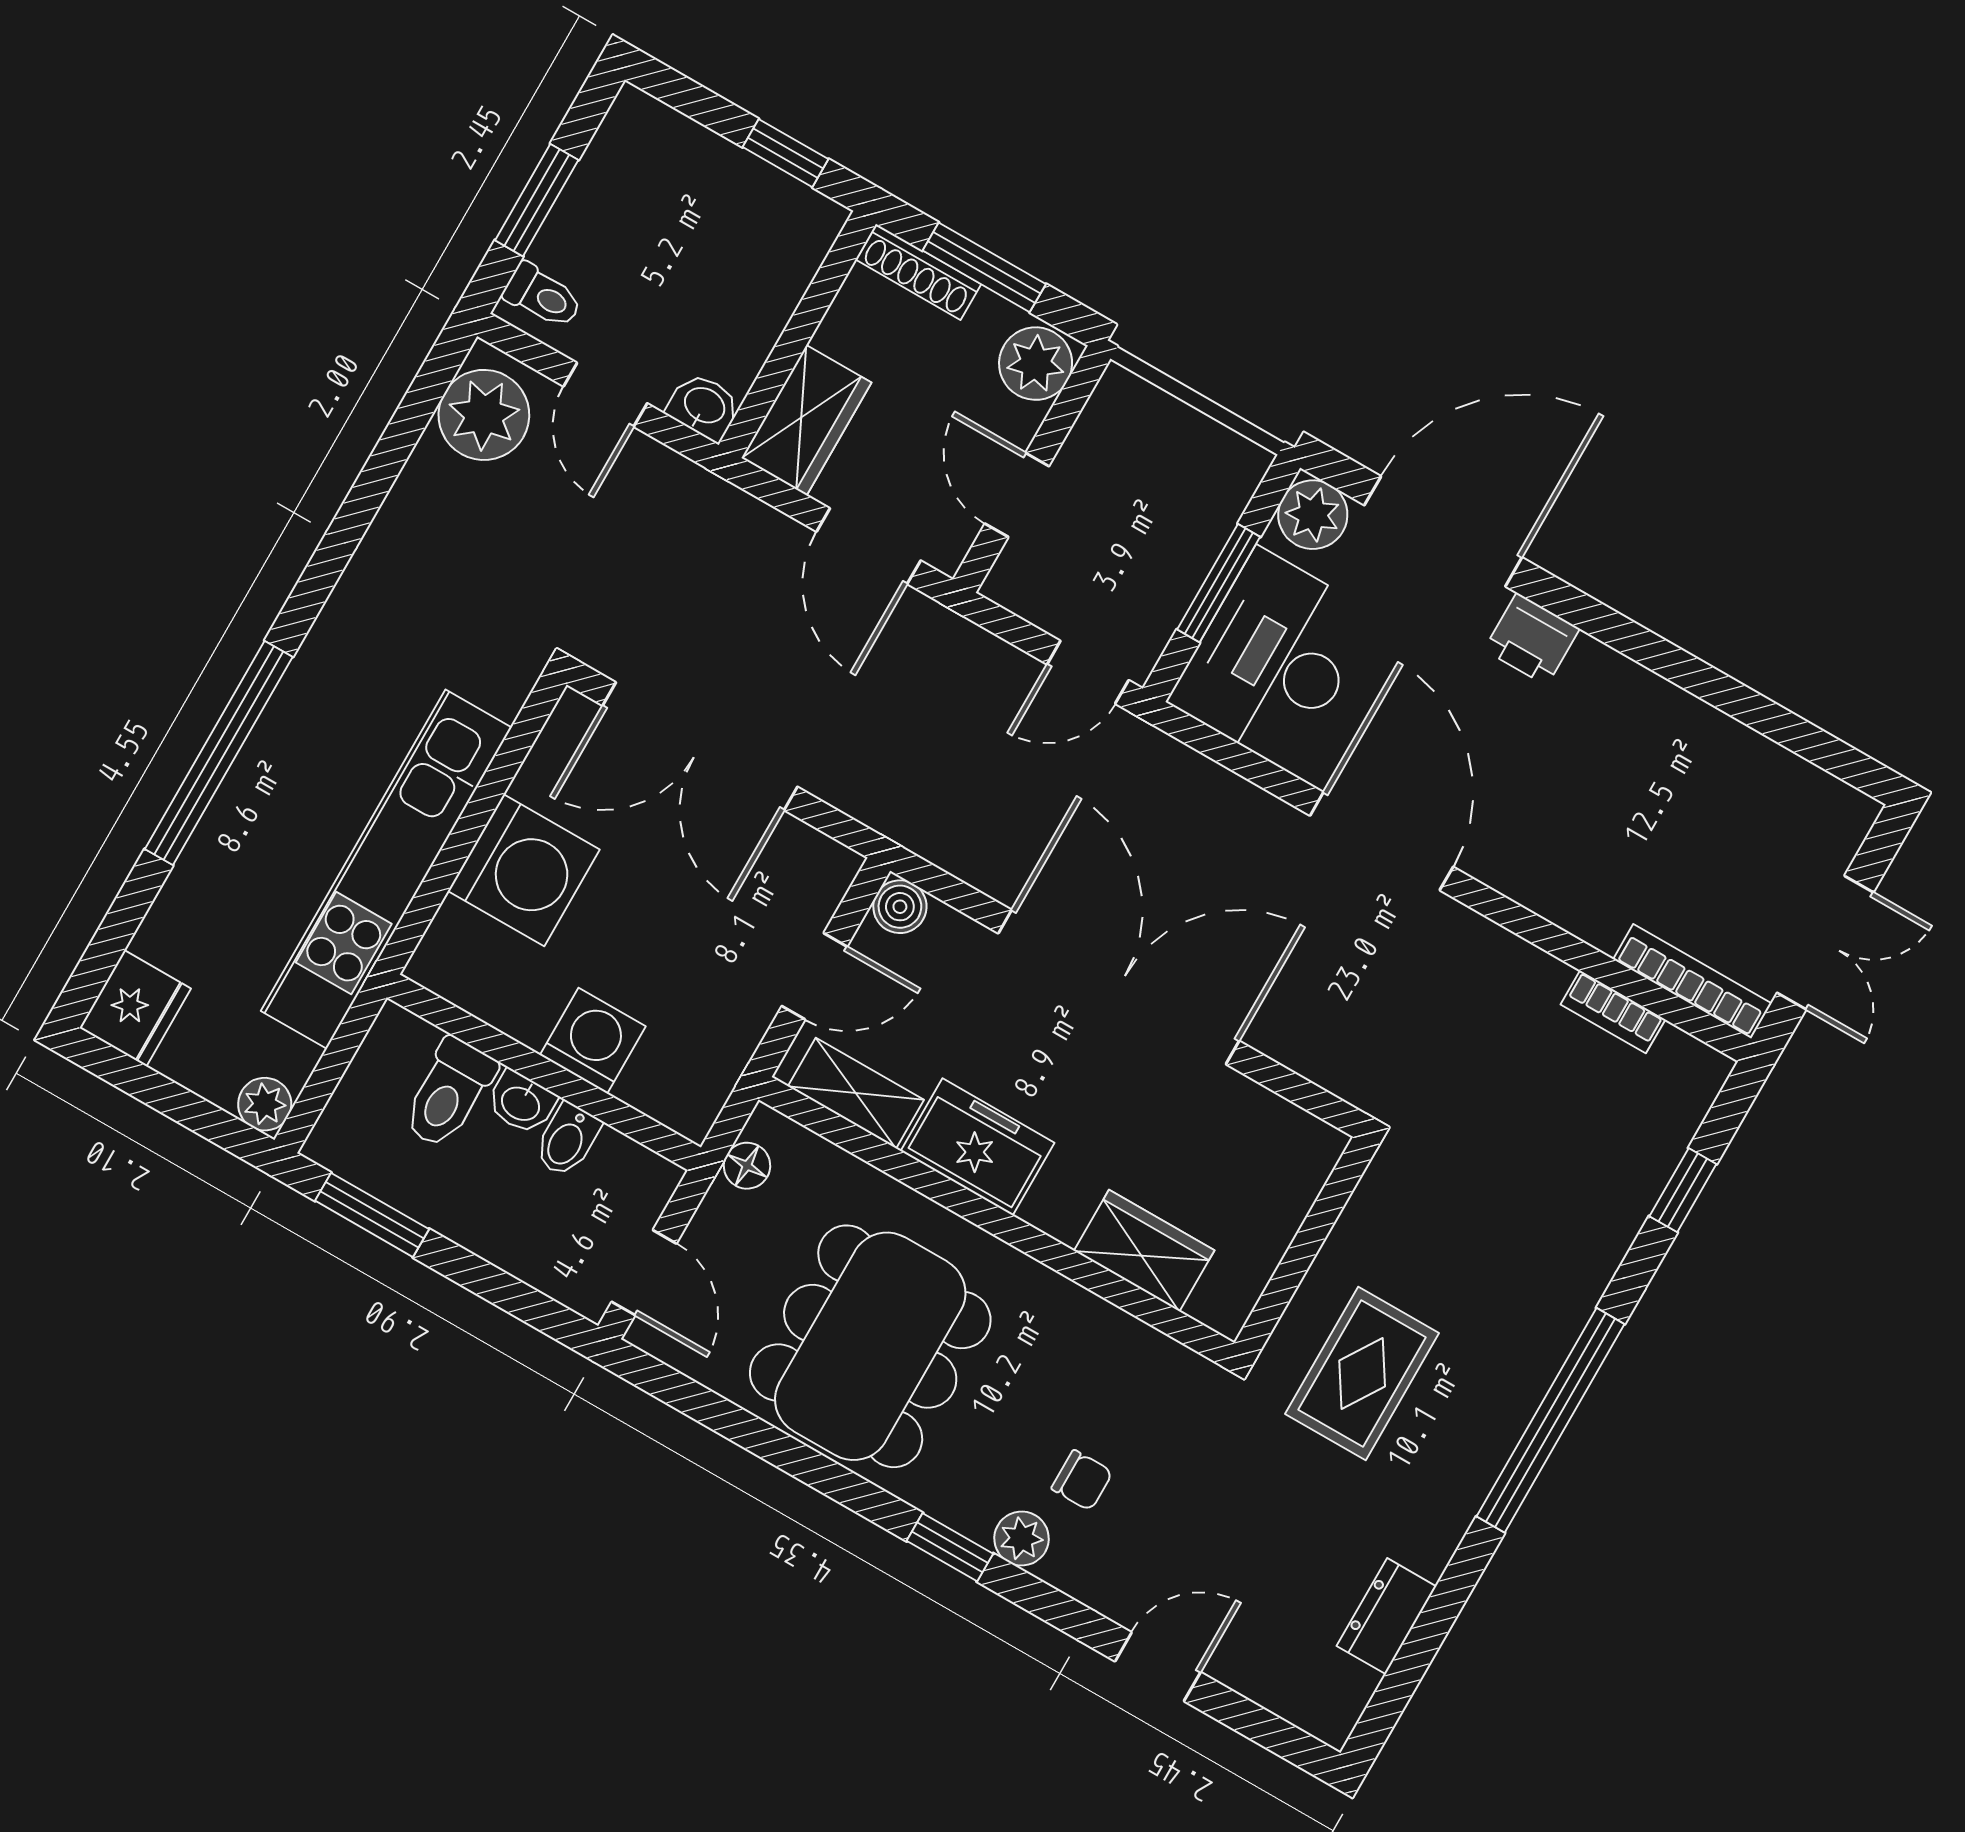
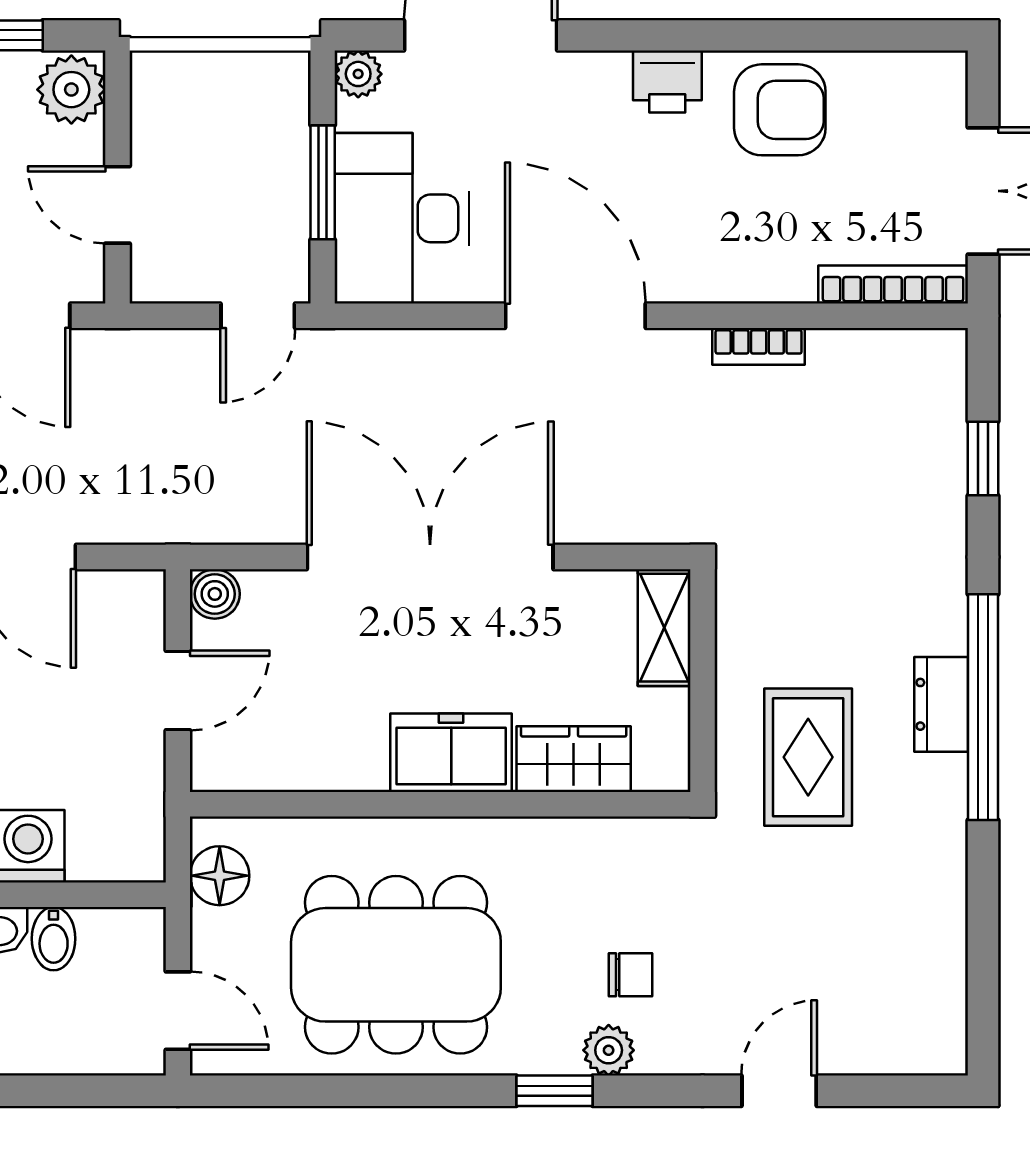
plant: (1313, 515) -> (358, 74), width x0.73, depth x0.73
printer: (1532, 639) -> (667, 82), moved
armchair: (1680, 759) -> (780, 110), added
bookcase: (1613, 1012) -> (759, 346), moved
shelving: (856, 1093) -> (664, 628), moved, turned 90
freezer: (978, 1147) -> (451, 753), moved
floor lamp: (747, 1166) -> (220, 876), width x1.37, depth x1.37
dining table: (870, 1346) -> (396, 965), turned 90
dresser: (1386, 1616) -> (941, 704), moved

